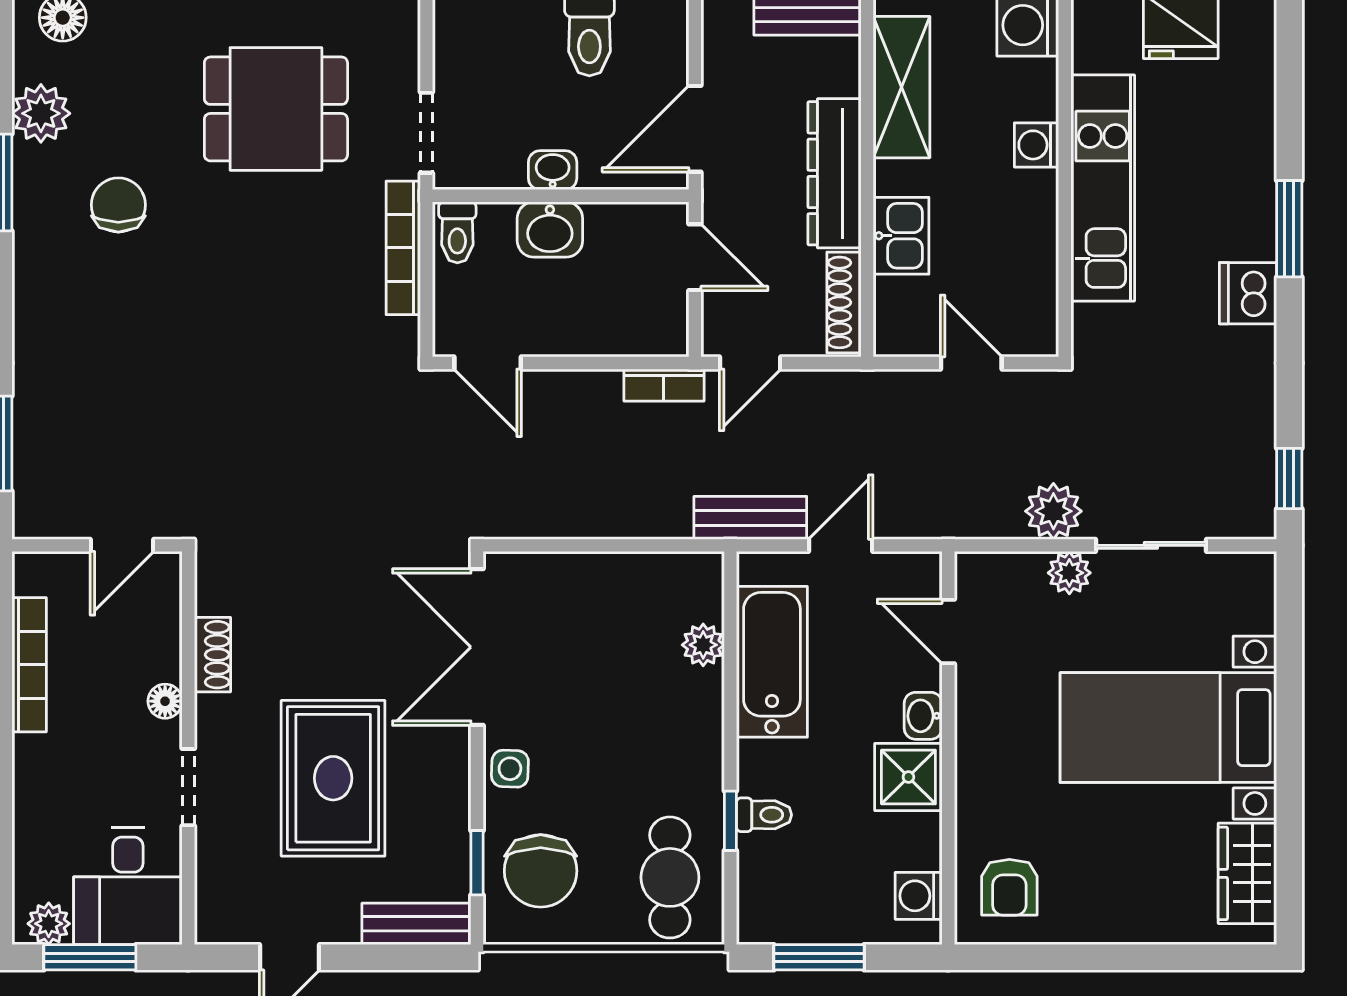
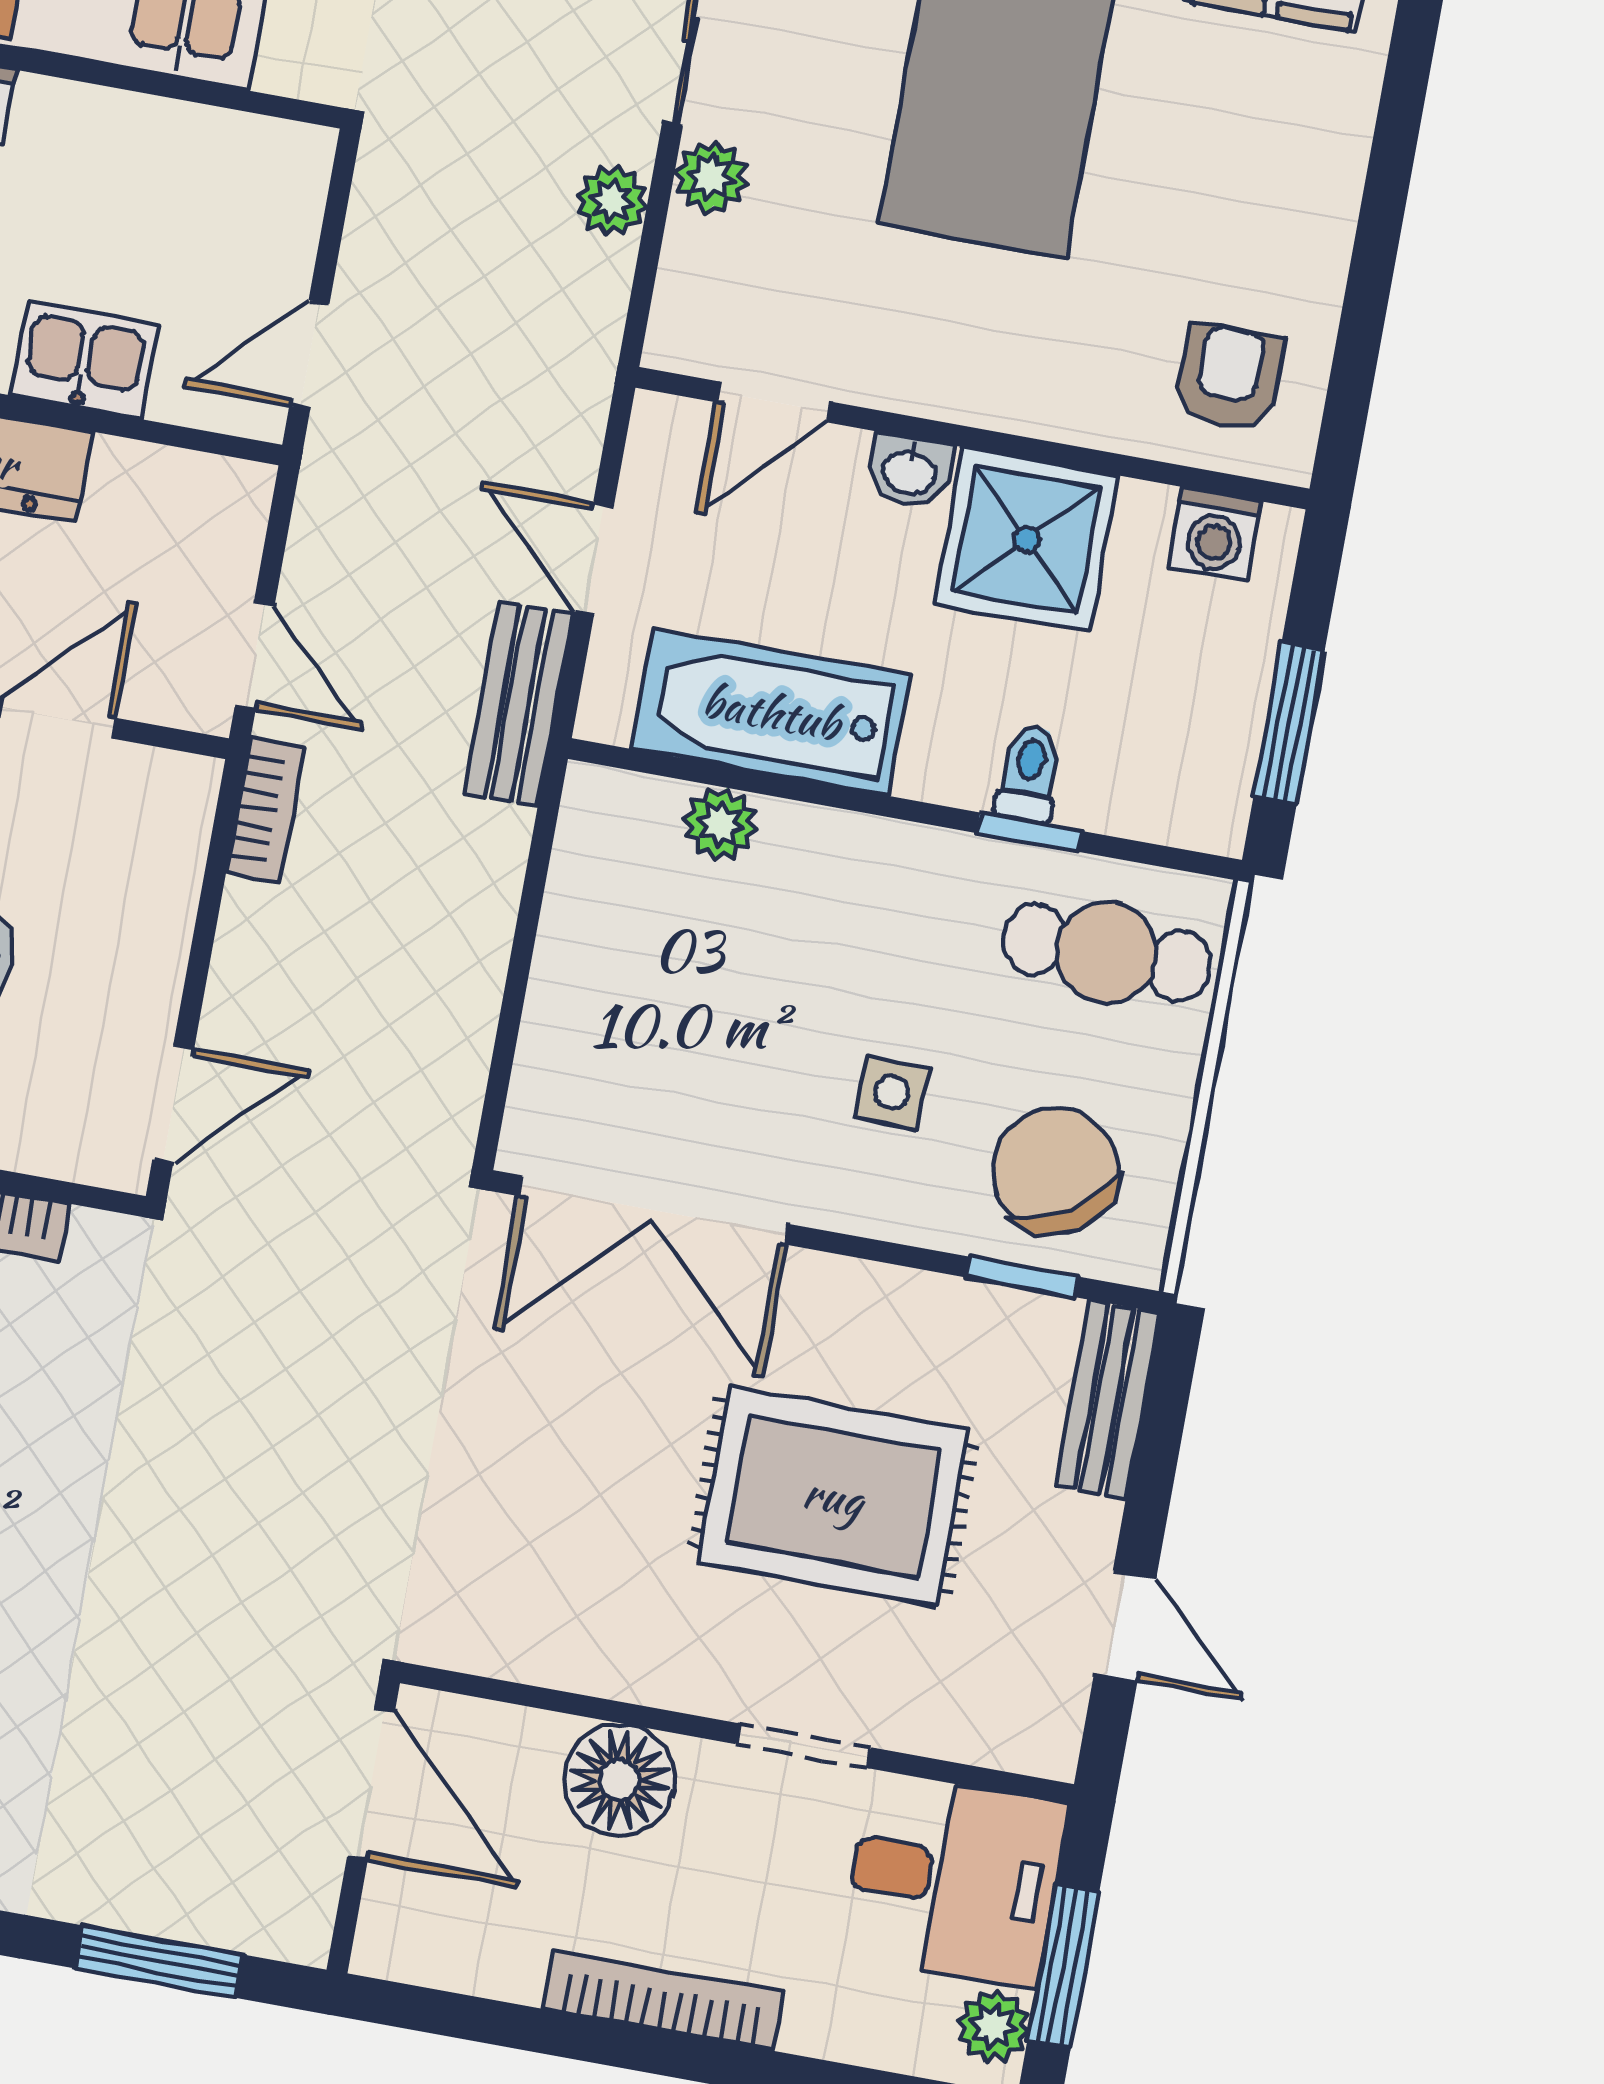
shoe rack: (844, 302) -> (180, 478), removed
door: (971, 363) -> (309, 355), moved
plant: (1053, 511) -> (612, 201), width x0.73, depth x0.73
door: (122, 545) -> (371, 1784), width x1.38
shoe rack: (212, 655) -> (585, 1664), removed
bookcase: (29, 665) -> (663, 2001), moved
floor lamp: (165, 701) -> (619, 1780), width x1.89, depth x1.89
side table: (510, 769) -> (892, 1093), moved
shower: (908, 777) -> (1027, 540), width x1.36, depth x1.36
chair: (541, 871) -> (1055, 1171), turned -122
armchair: (1009, 887) -> (1229, 377), turned -90

